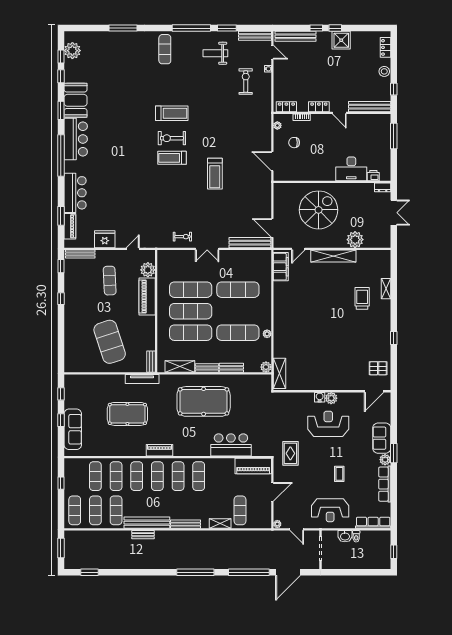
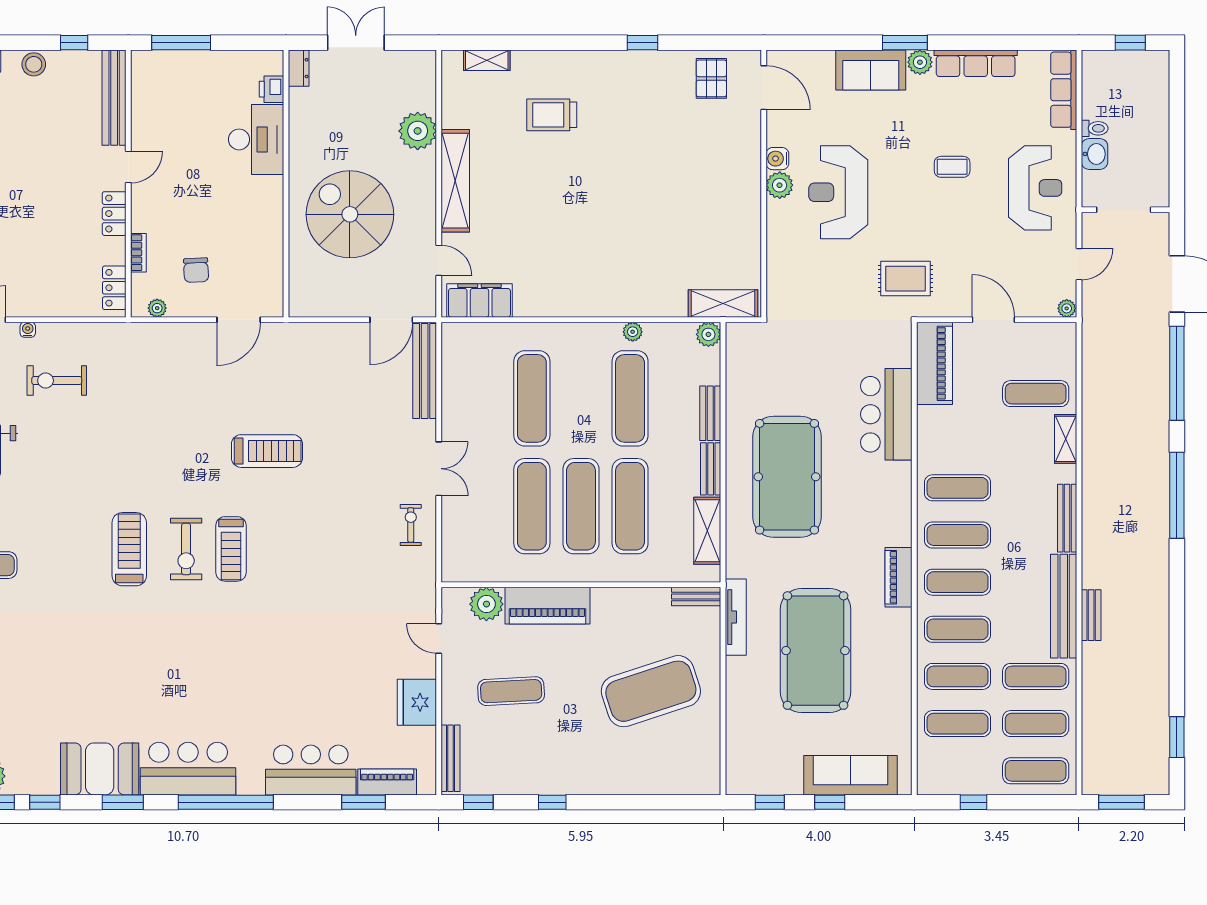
shelving: (386, 289) -> (487, 60), moved
water cooler: (320, 397) -> (777, 159), moved
pool table: (127, 414) -> (815, 651), width x1.36, depth x1.32

